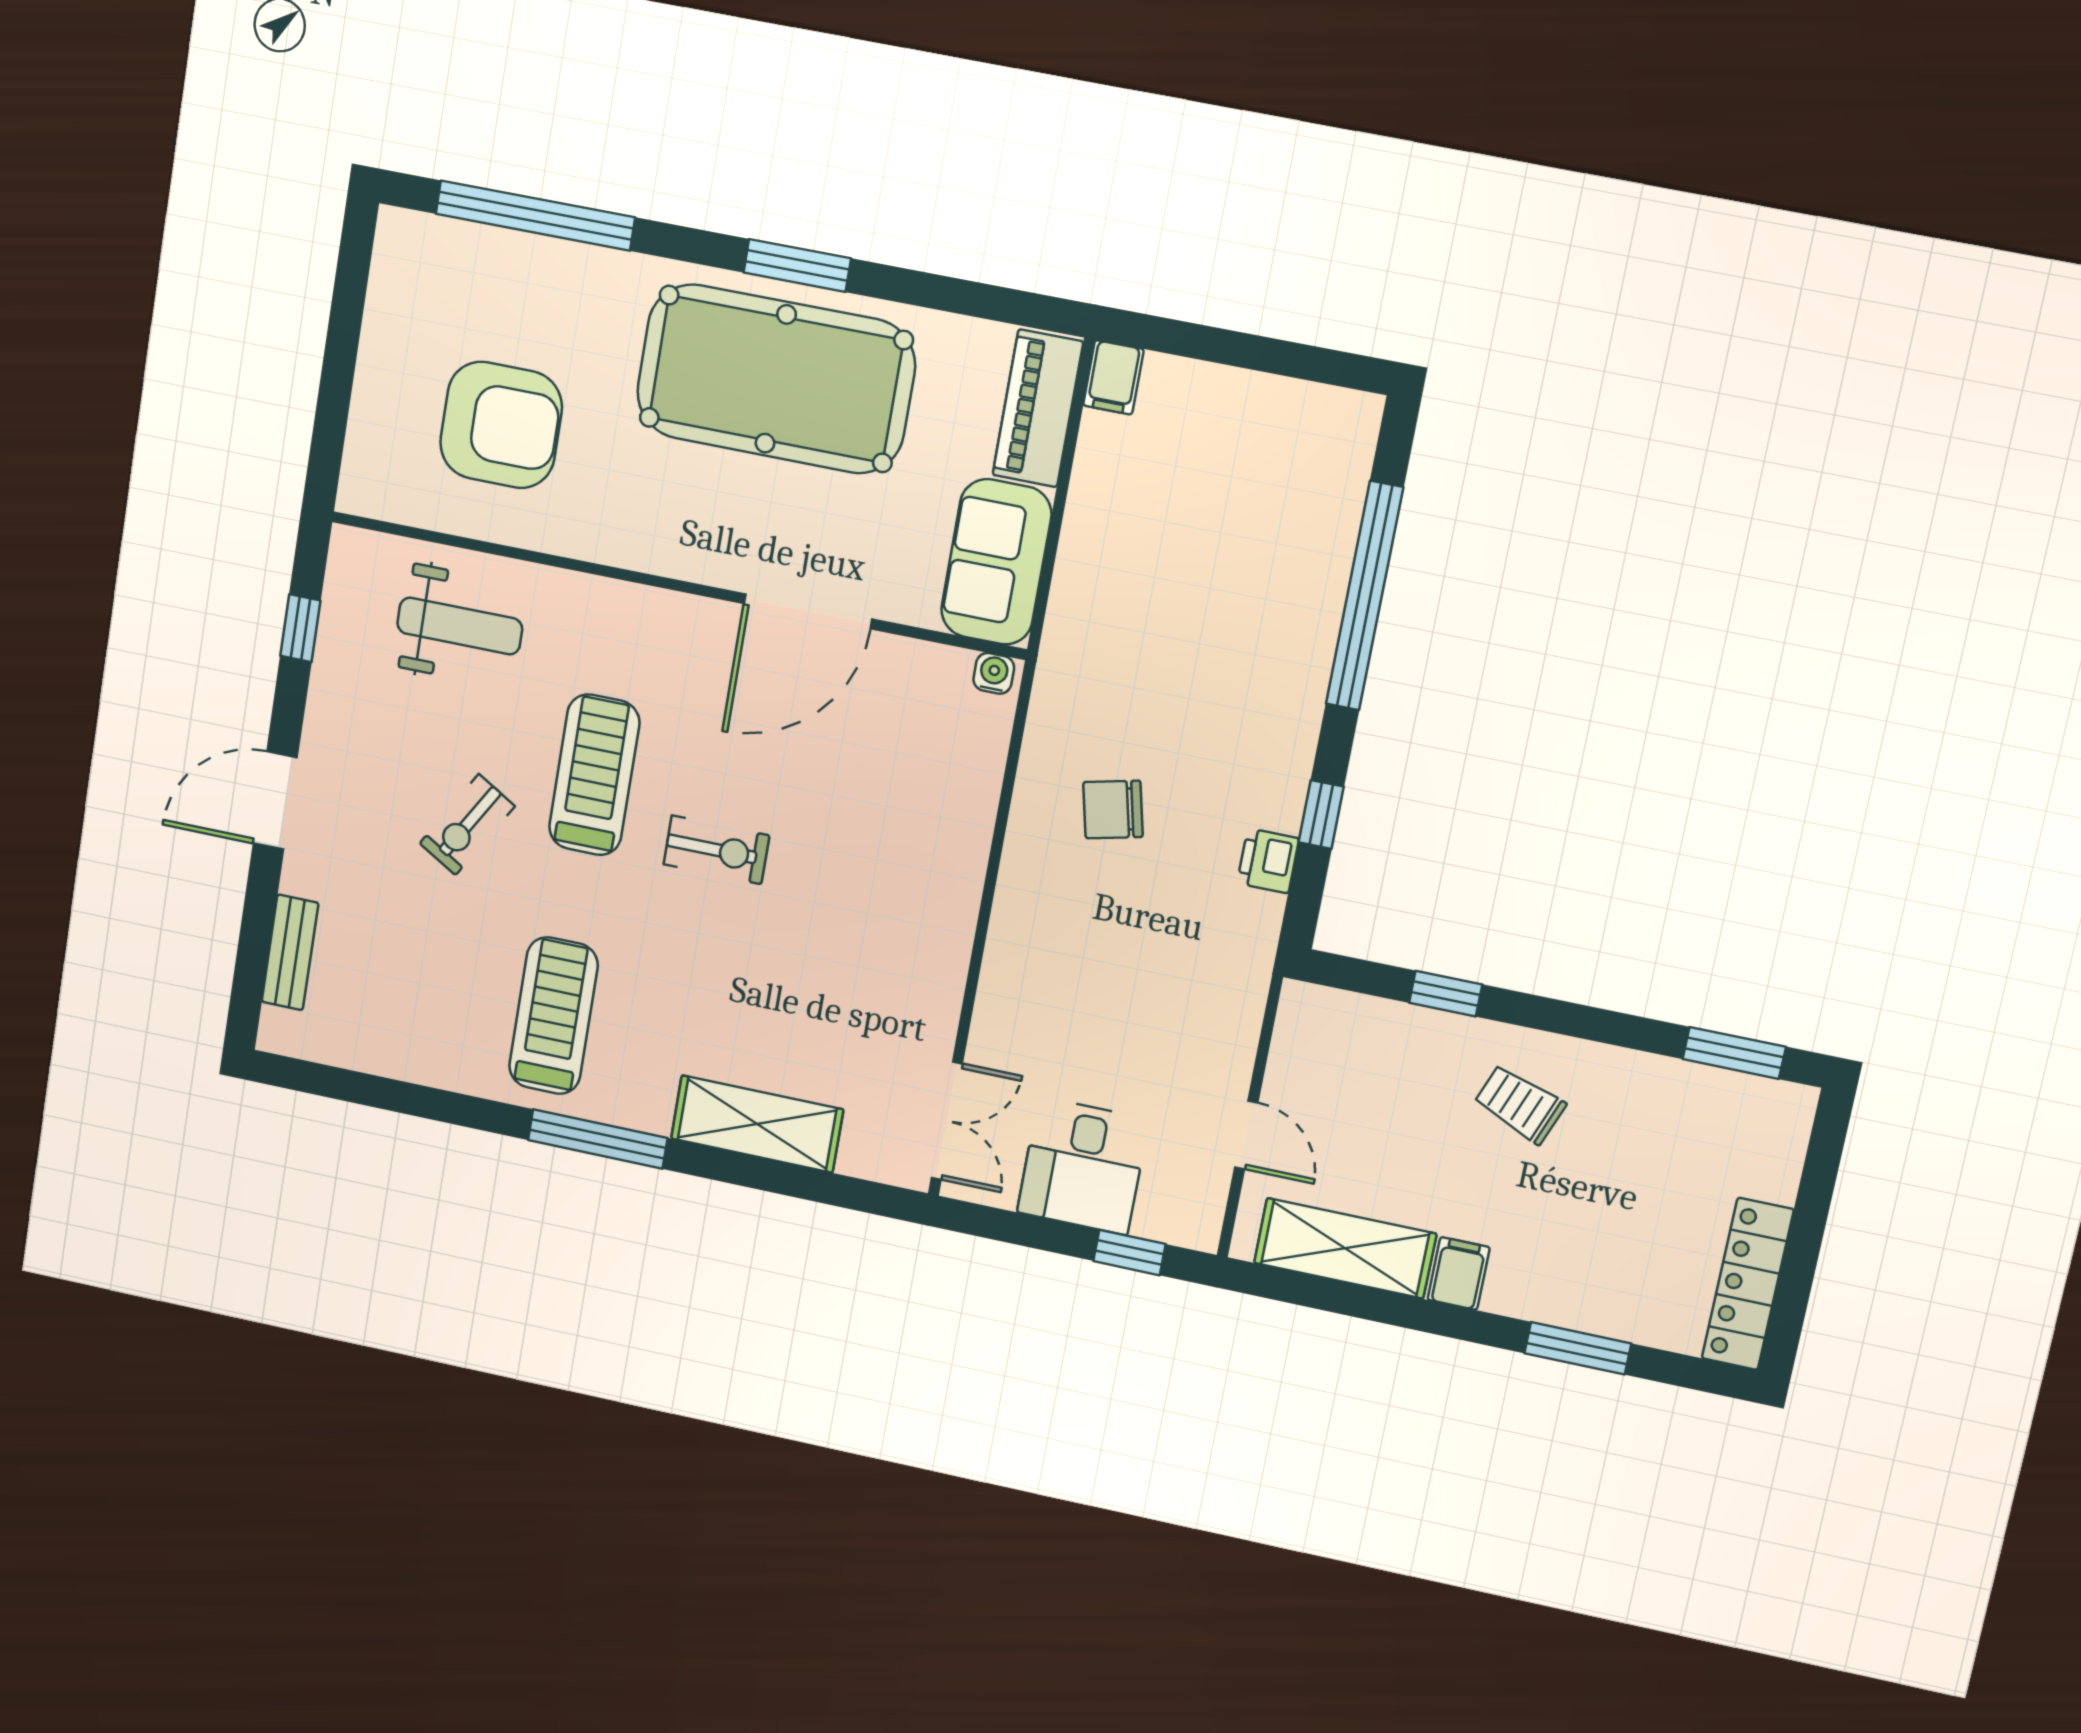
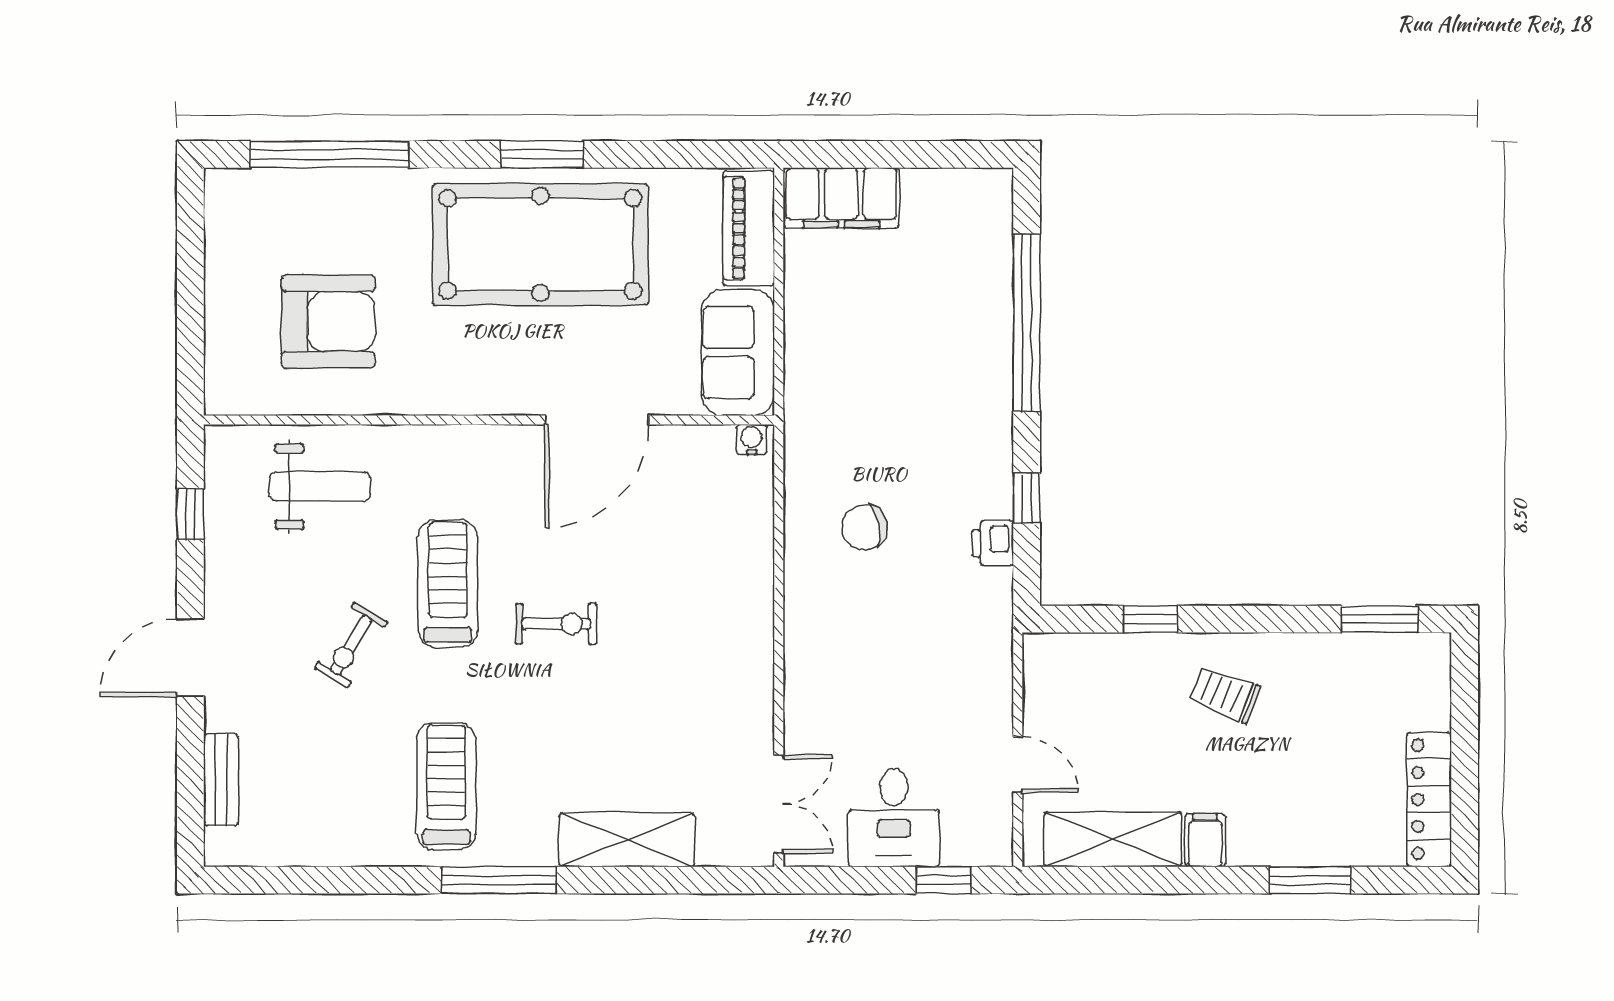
filing cabinet: (1113, 377) -> (841, 198), width x3.00, depth x1.17

